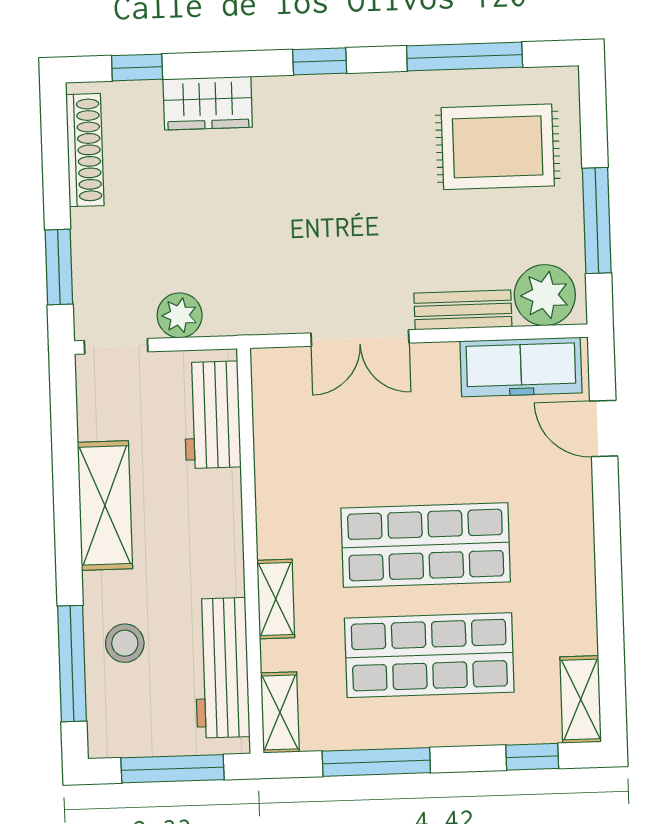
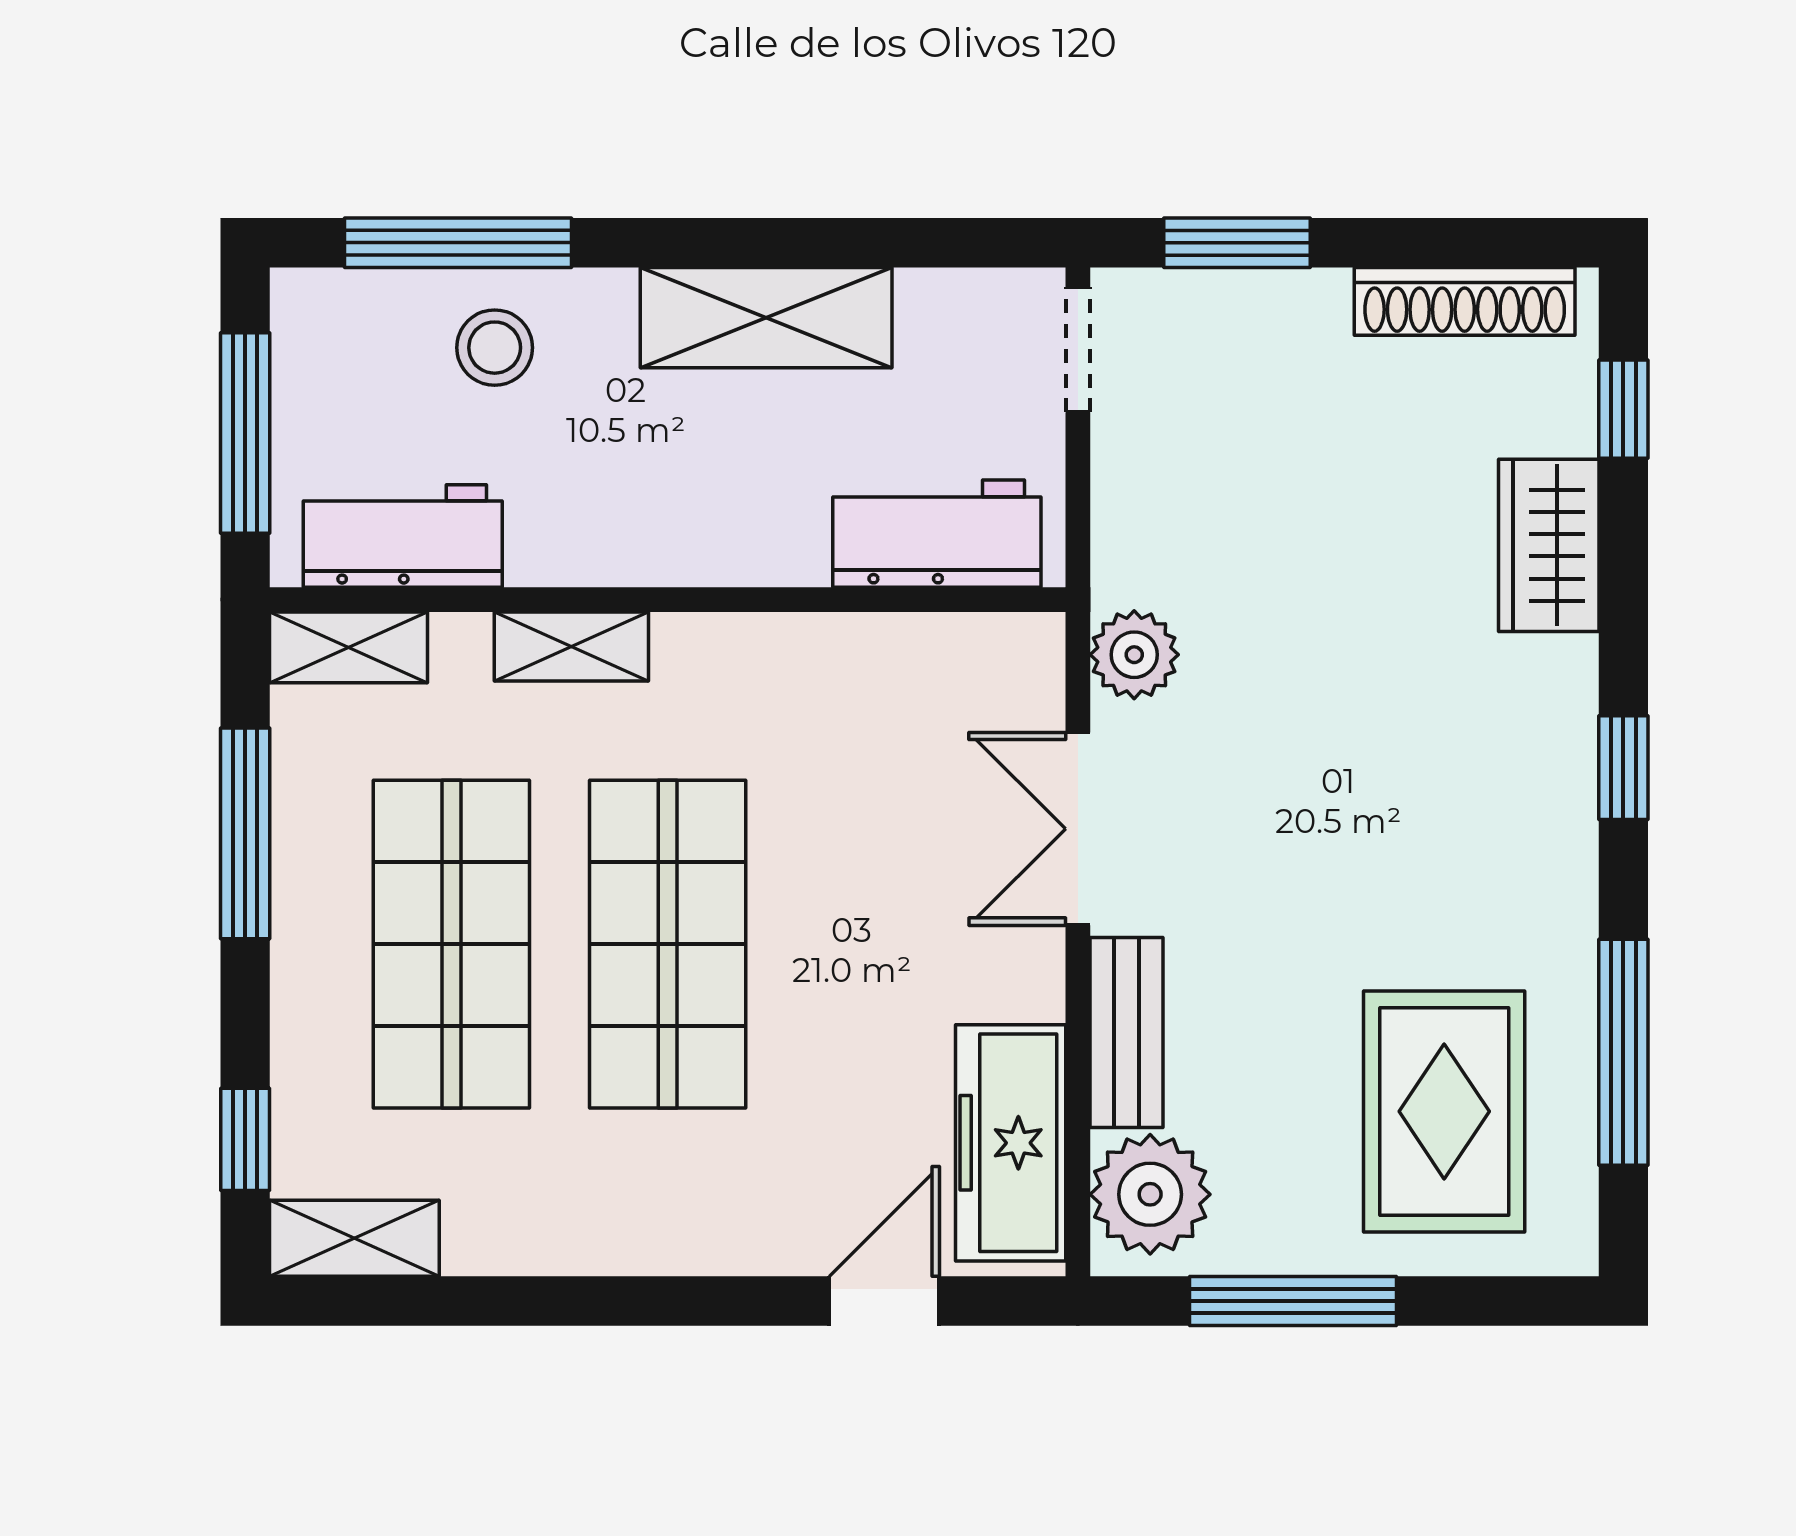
plant: (180, 315) -> (1134, 655), moved
workbench: (222, 668) -> (403, 536), width x0.73

